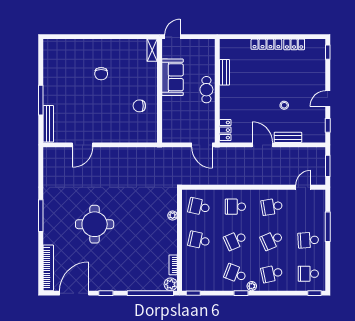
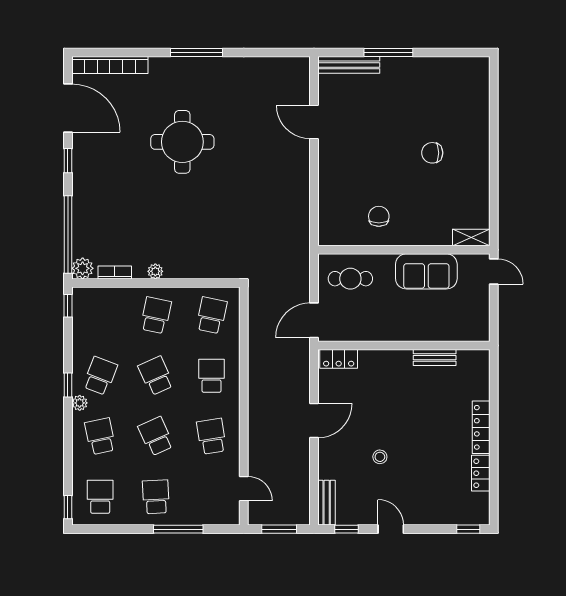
cafe table: (206, 90) -> (350, 279), moved
bench: (288, 137) -> (327, 503), moved
plant: (173, 215) -> (155, 271), moved

